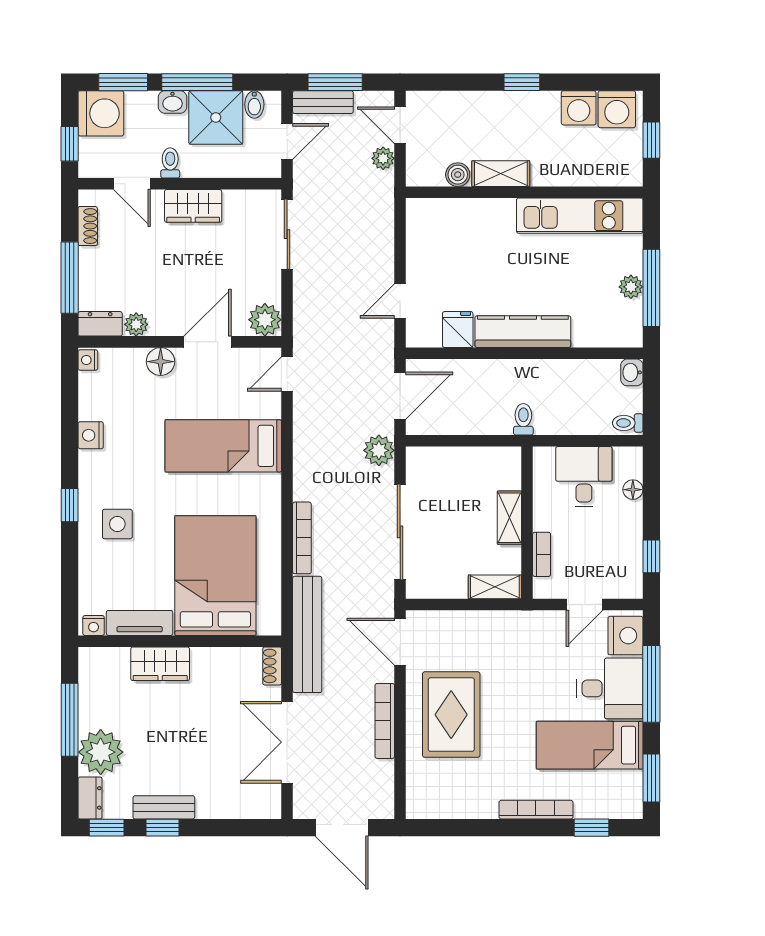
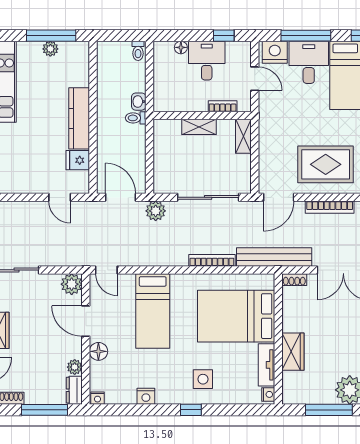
washbasin: (632, 372) -> (139, 102), moved, turned 90
desk: (584, 477) -> (207, 61), moved, turned 90

